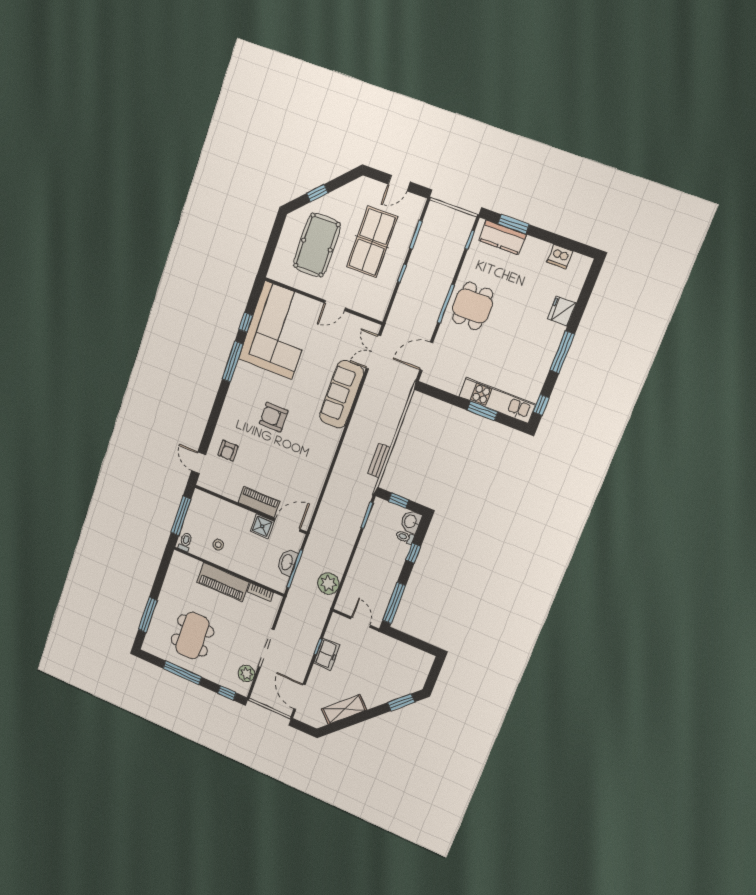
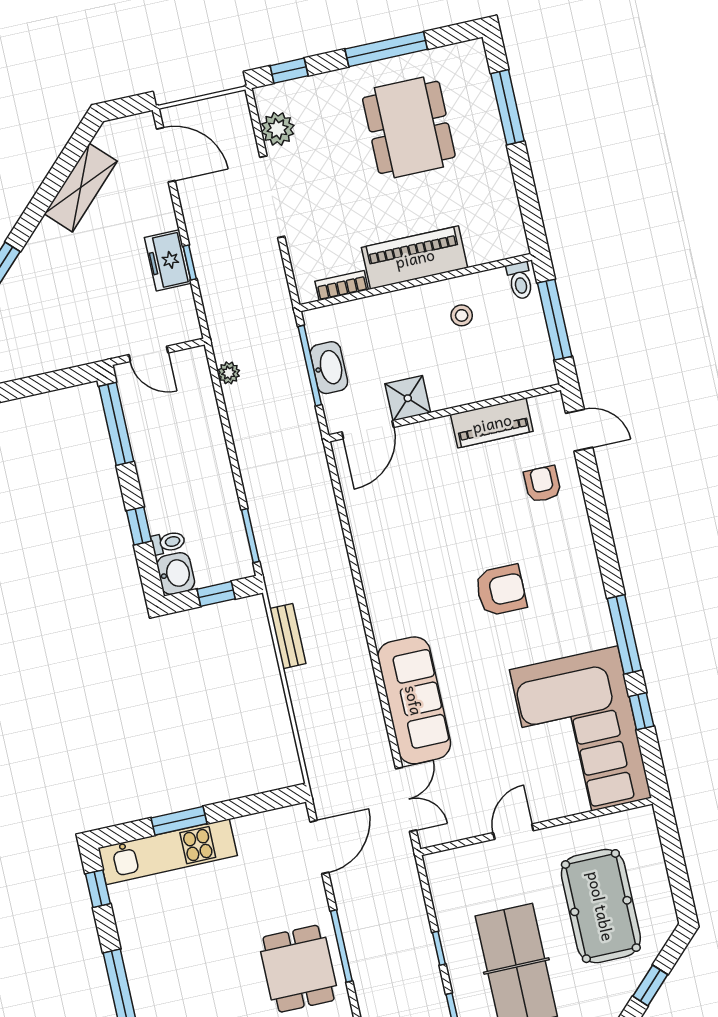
piano: (259, 502) -> (492, 423), moved
plant: (328, 584) -> (229, 373), width x0.53, depth x0.53

